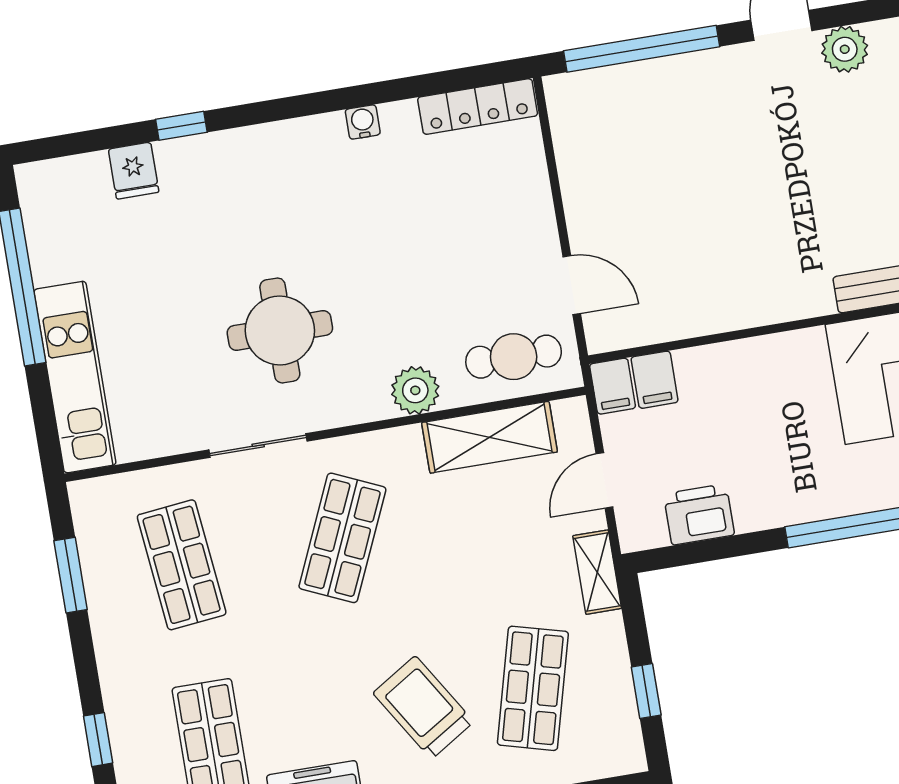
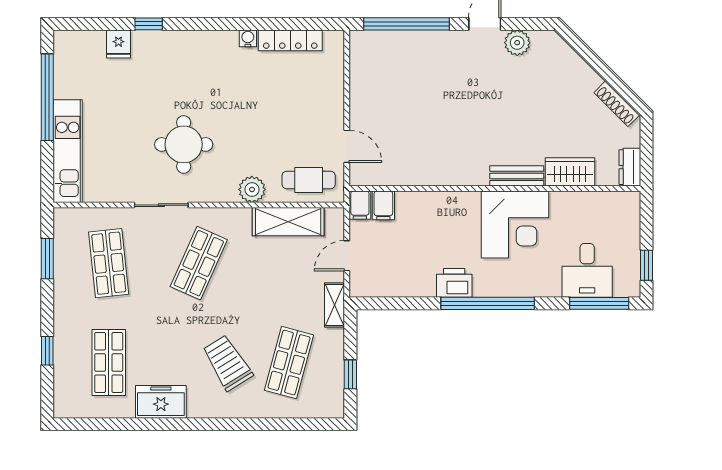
locker: (478, 107) -> (290, 40), moved
printer: (699, 514) -> (454, 283), moved

